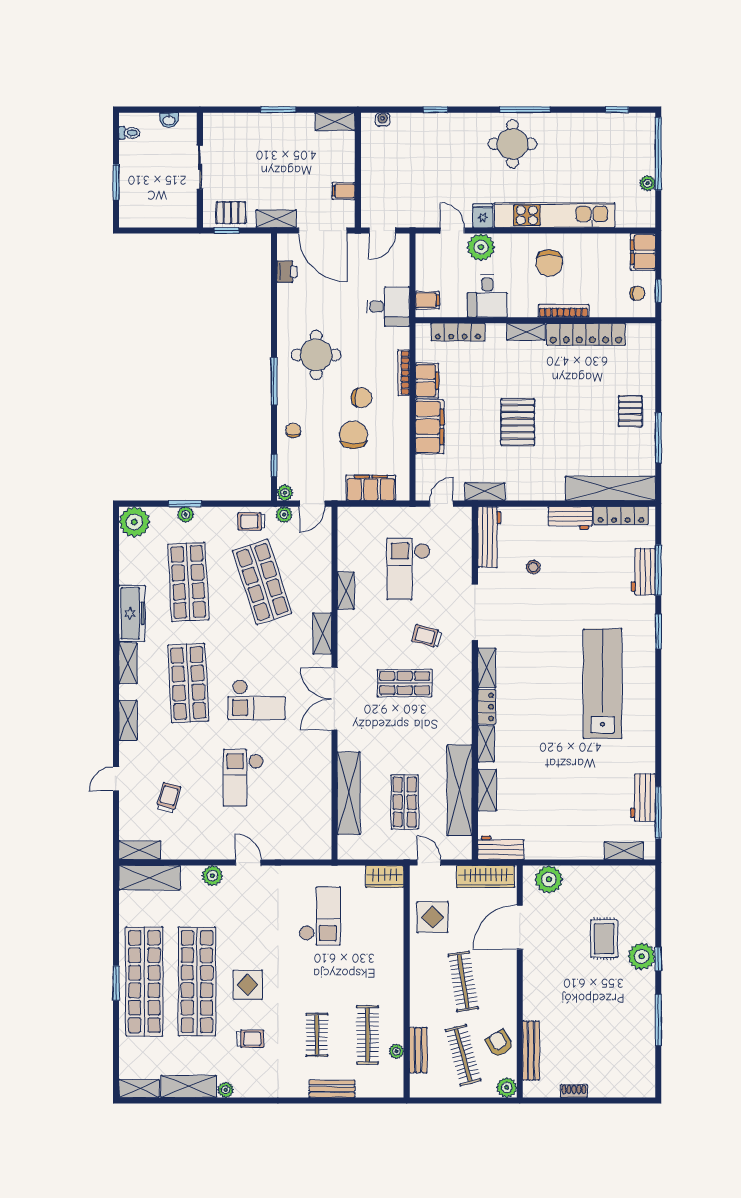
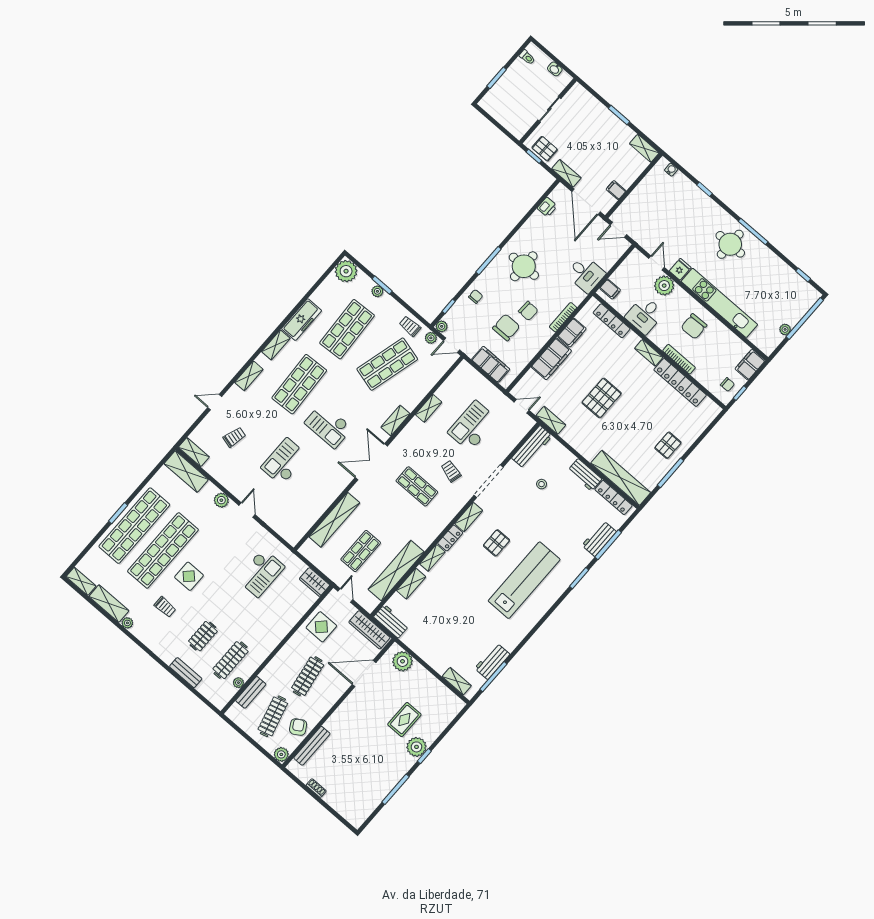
shop shelf: (262, 582) -> (387, 364), turned 33
pallet: (540, 670) -> (496, 543), added

